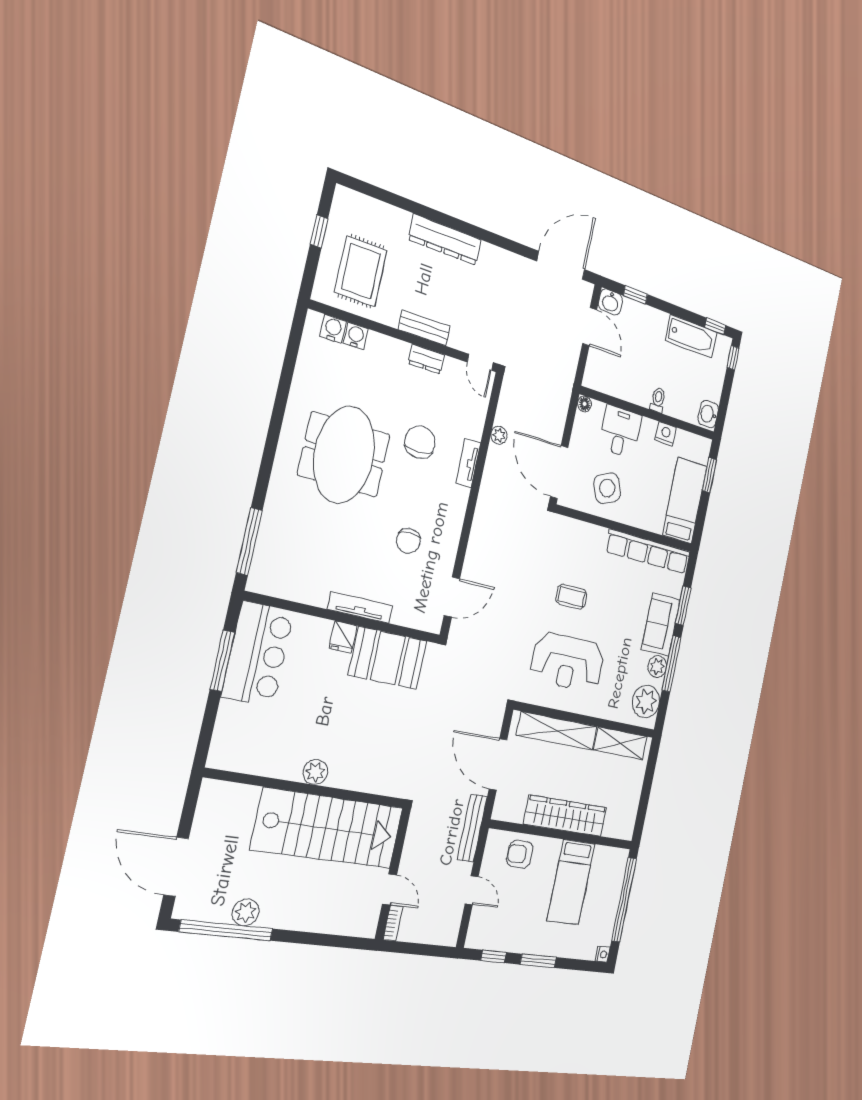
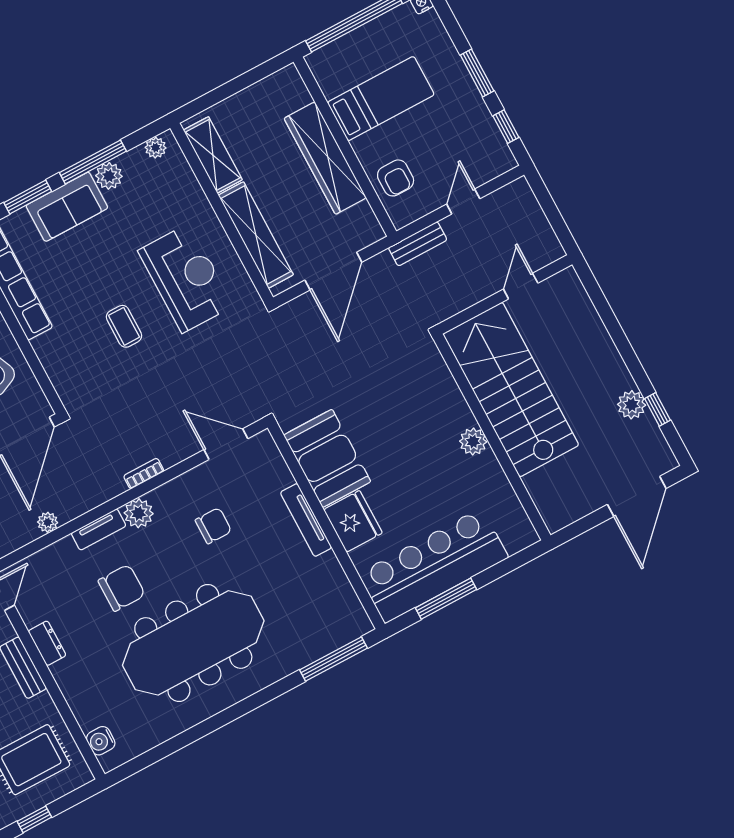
water cooler: (356, 336) -> (88, 718), removed
chair: (420, 442) -> (122, 588), turned 180
meeting table: (344, 455) -> (193, 643), width x1.36
plant: (457, 499) -> (139, 513), added
fridge: (343, 637) -> (353, 521), width x1.88, depth x1.34
bar counter: (258, 654) -> (433, 566), width x1.36
plant: (646, 701) -> (156, 148), width x0.53, depth x0.53
bench: (472, 828) -> (418, 244), width x0.73
bookcase: (393, 923) -> (144, 474), moved
window: (226, 930) -> (658, 409), width x0.32

